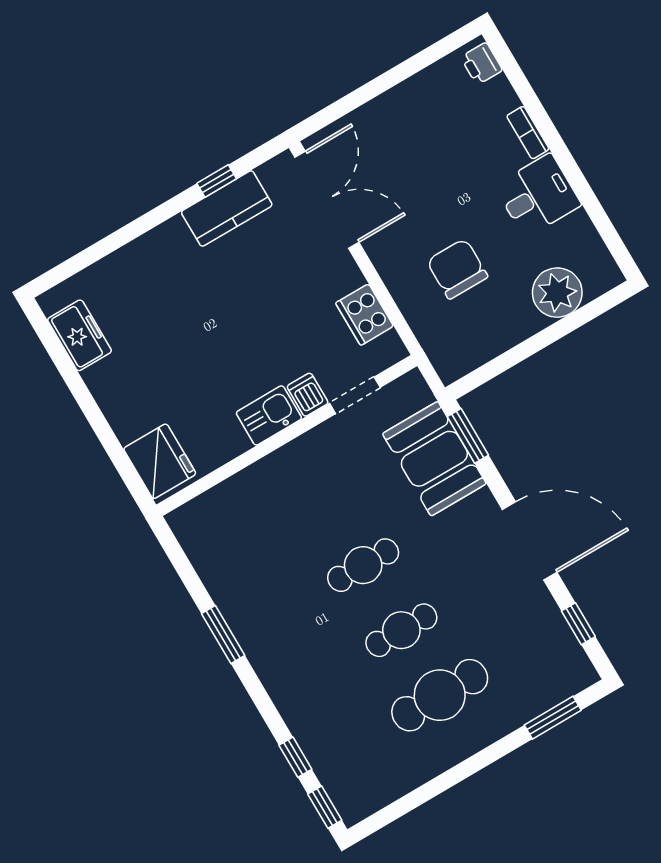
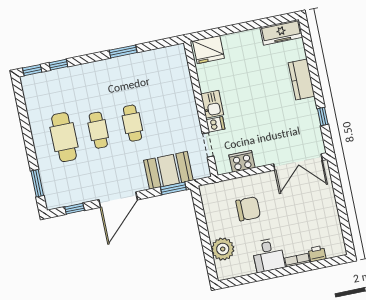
printer: (481, 64) -> (317, 254), moved
kitchen counter: (227, 209) -> (301, 79), moved
freezer: (79, 335) -> (281, 32), width x1.40

